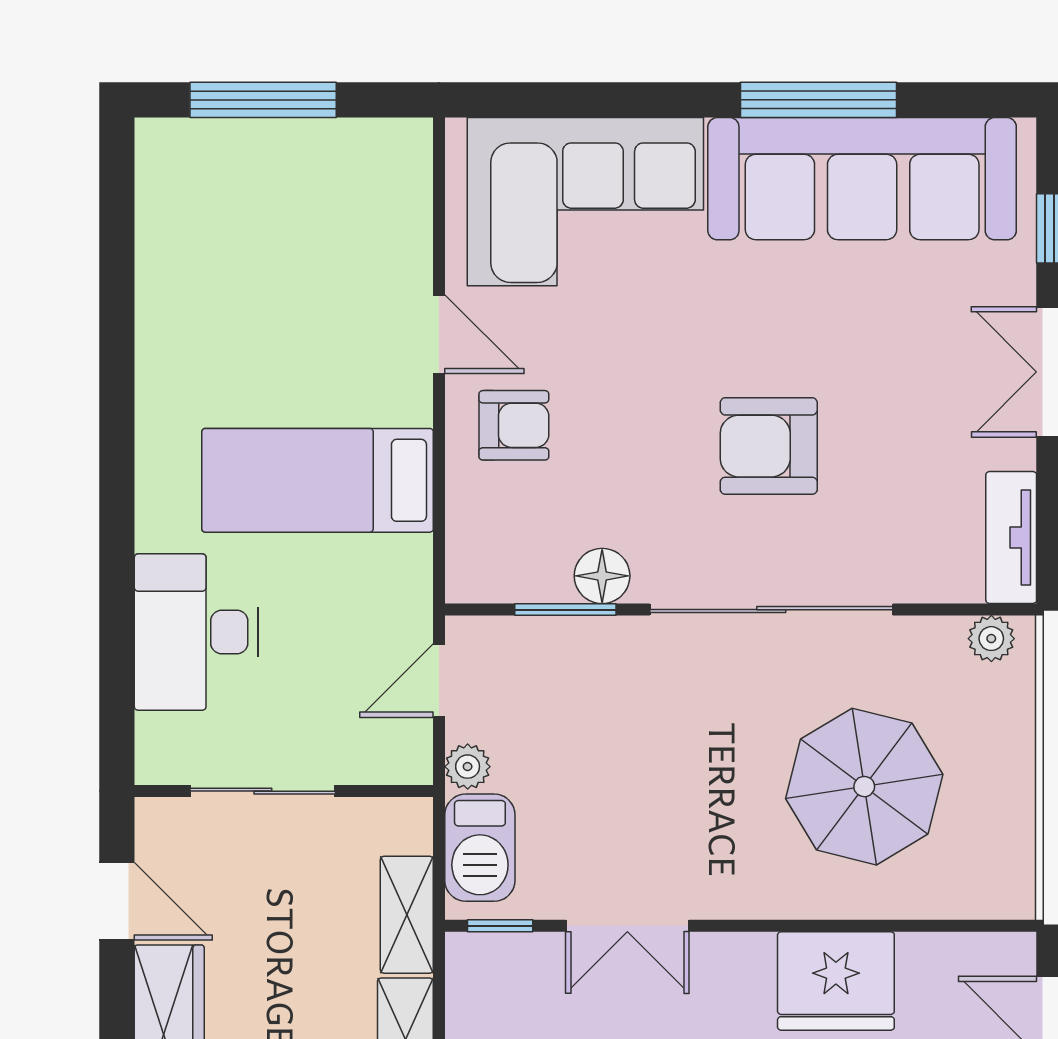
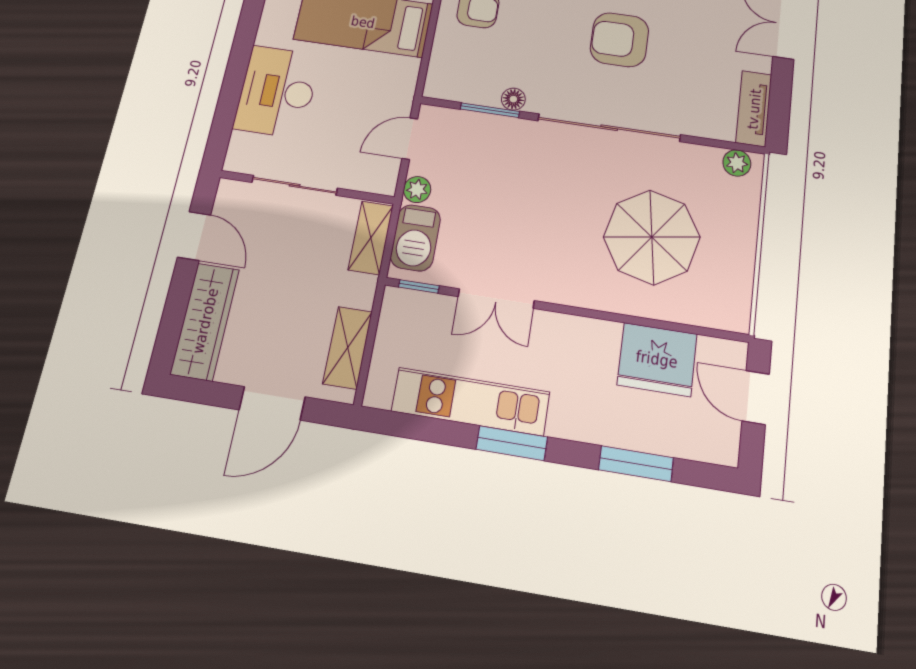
floor lamp: (602, 576) -> (513, 99), width x0.73, depth x0.73
shelving: (407, 915) -> (371, 238), moved
fridge: (836, 981) -> (657, 359), moved

